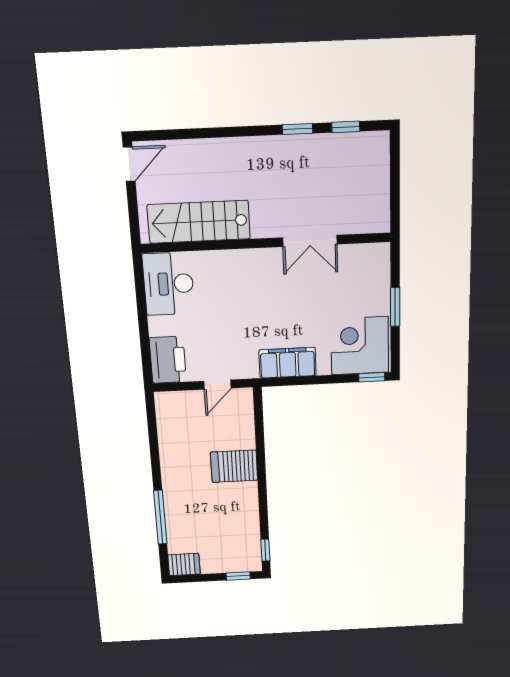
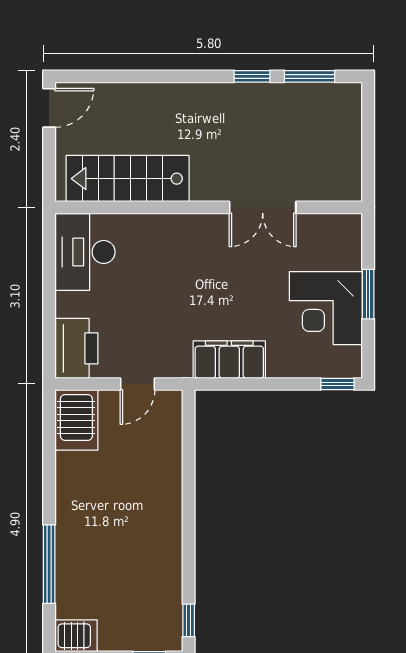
window: (346, 127) -> (310, 76), width x1.50
corner desk: (360, 346) -> (326, 308), moved, turned -90
server rack: (234, 466) -> (76, 420), moved, turned -90

